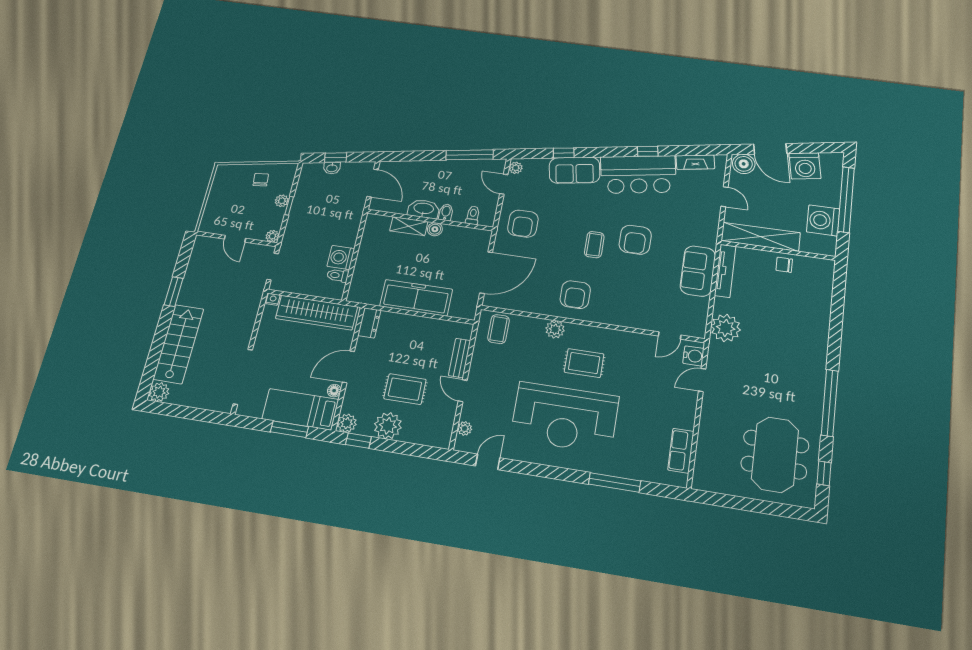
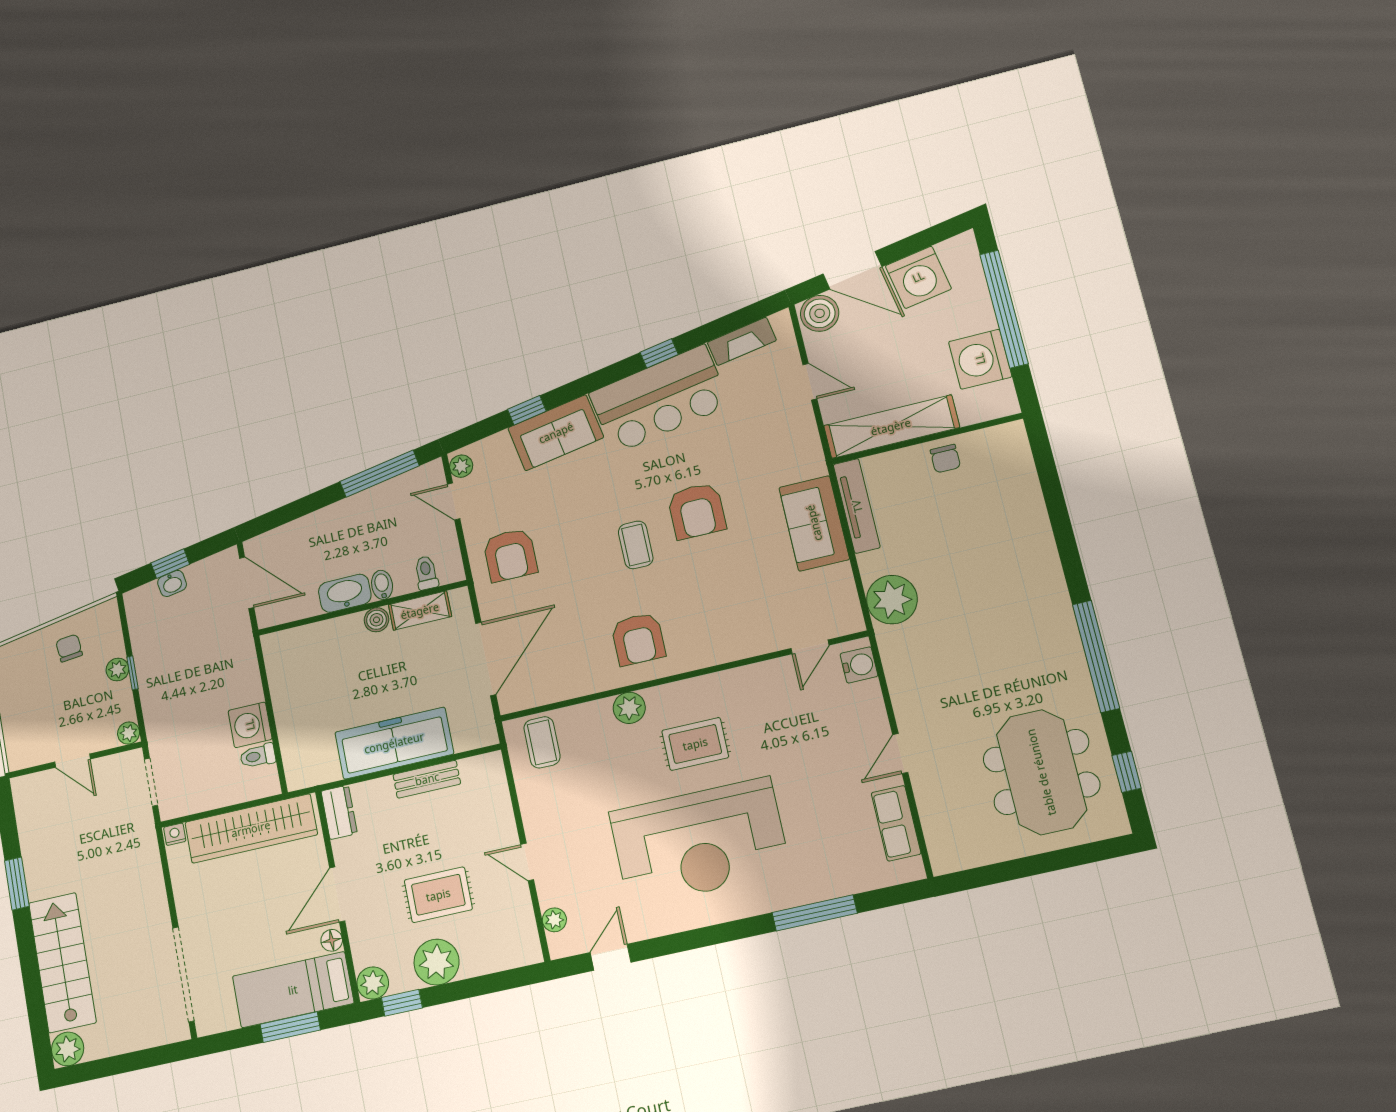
shelving: (409, 226) -> (420, 611), moved
chair: (784, 265) -> (945, 459), turned -90
bench: (460, 358) -> (427, 779), moved, turned 90
door: (702, 380) -> (900, 754), moved

